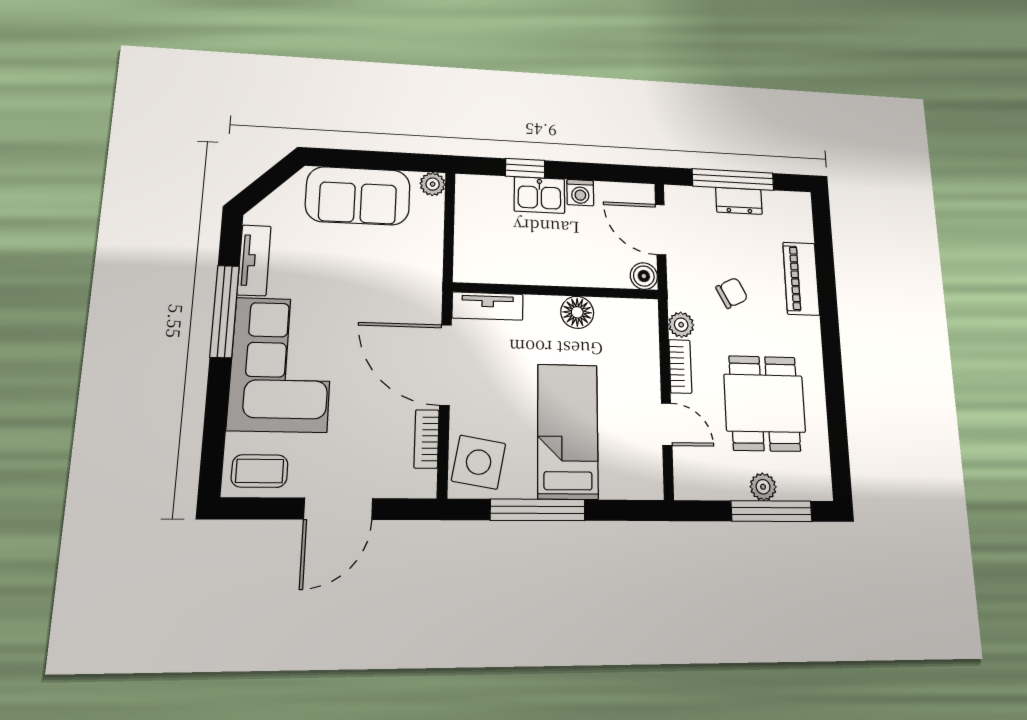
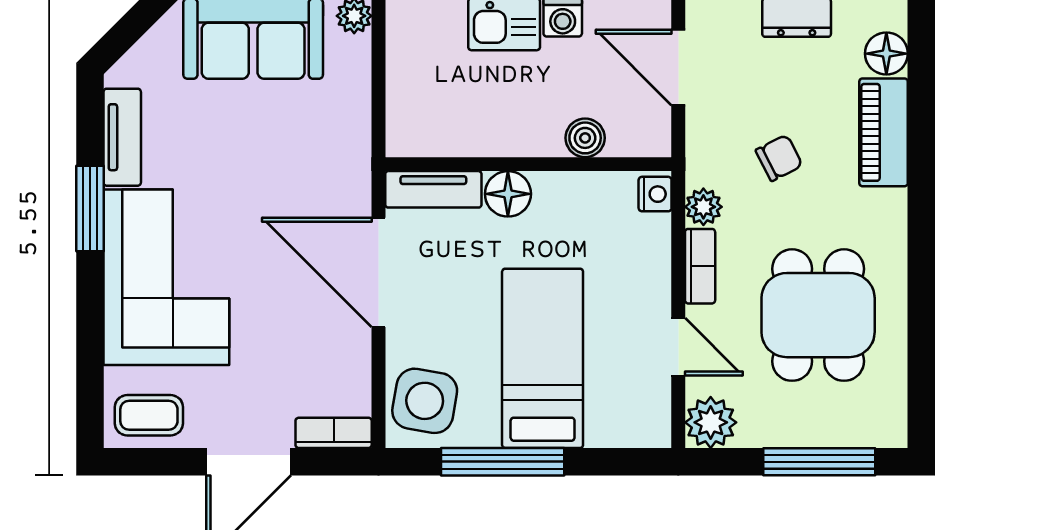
floor lamp: (799, 227) -> (886, 54), added
boiler: (644, 276) -> (585, 138), moved
window: (225, 311) -> (90, 208), width x0.69
floor lamp: (577, 312) -> (508, 194), moved
nightstand: (647, 315) -> (655, 194), added
bookcase: (427, 439) -> (334, 433), moved, turned 90
plant: (763, 487) -> (711, 422), moved, width x1.38, depth x1.38

